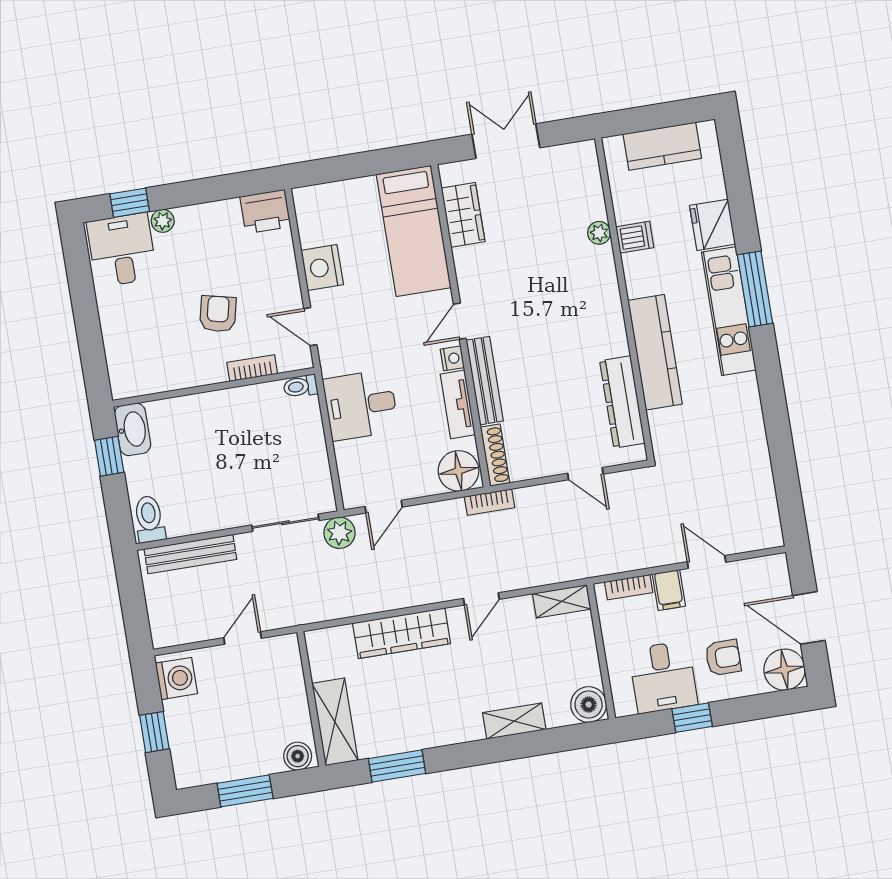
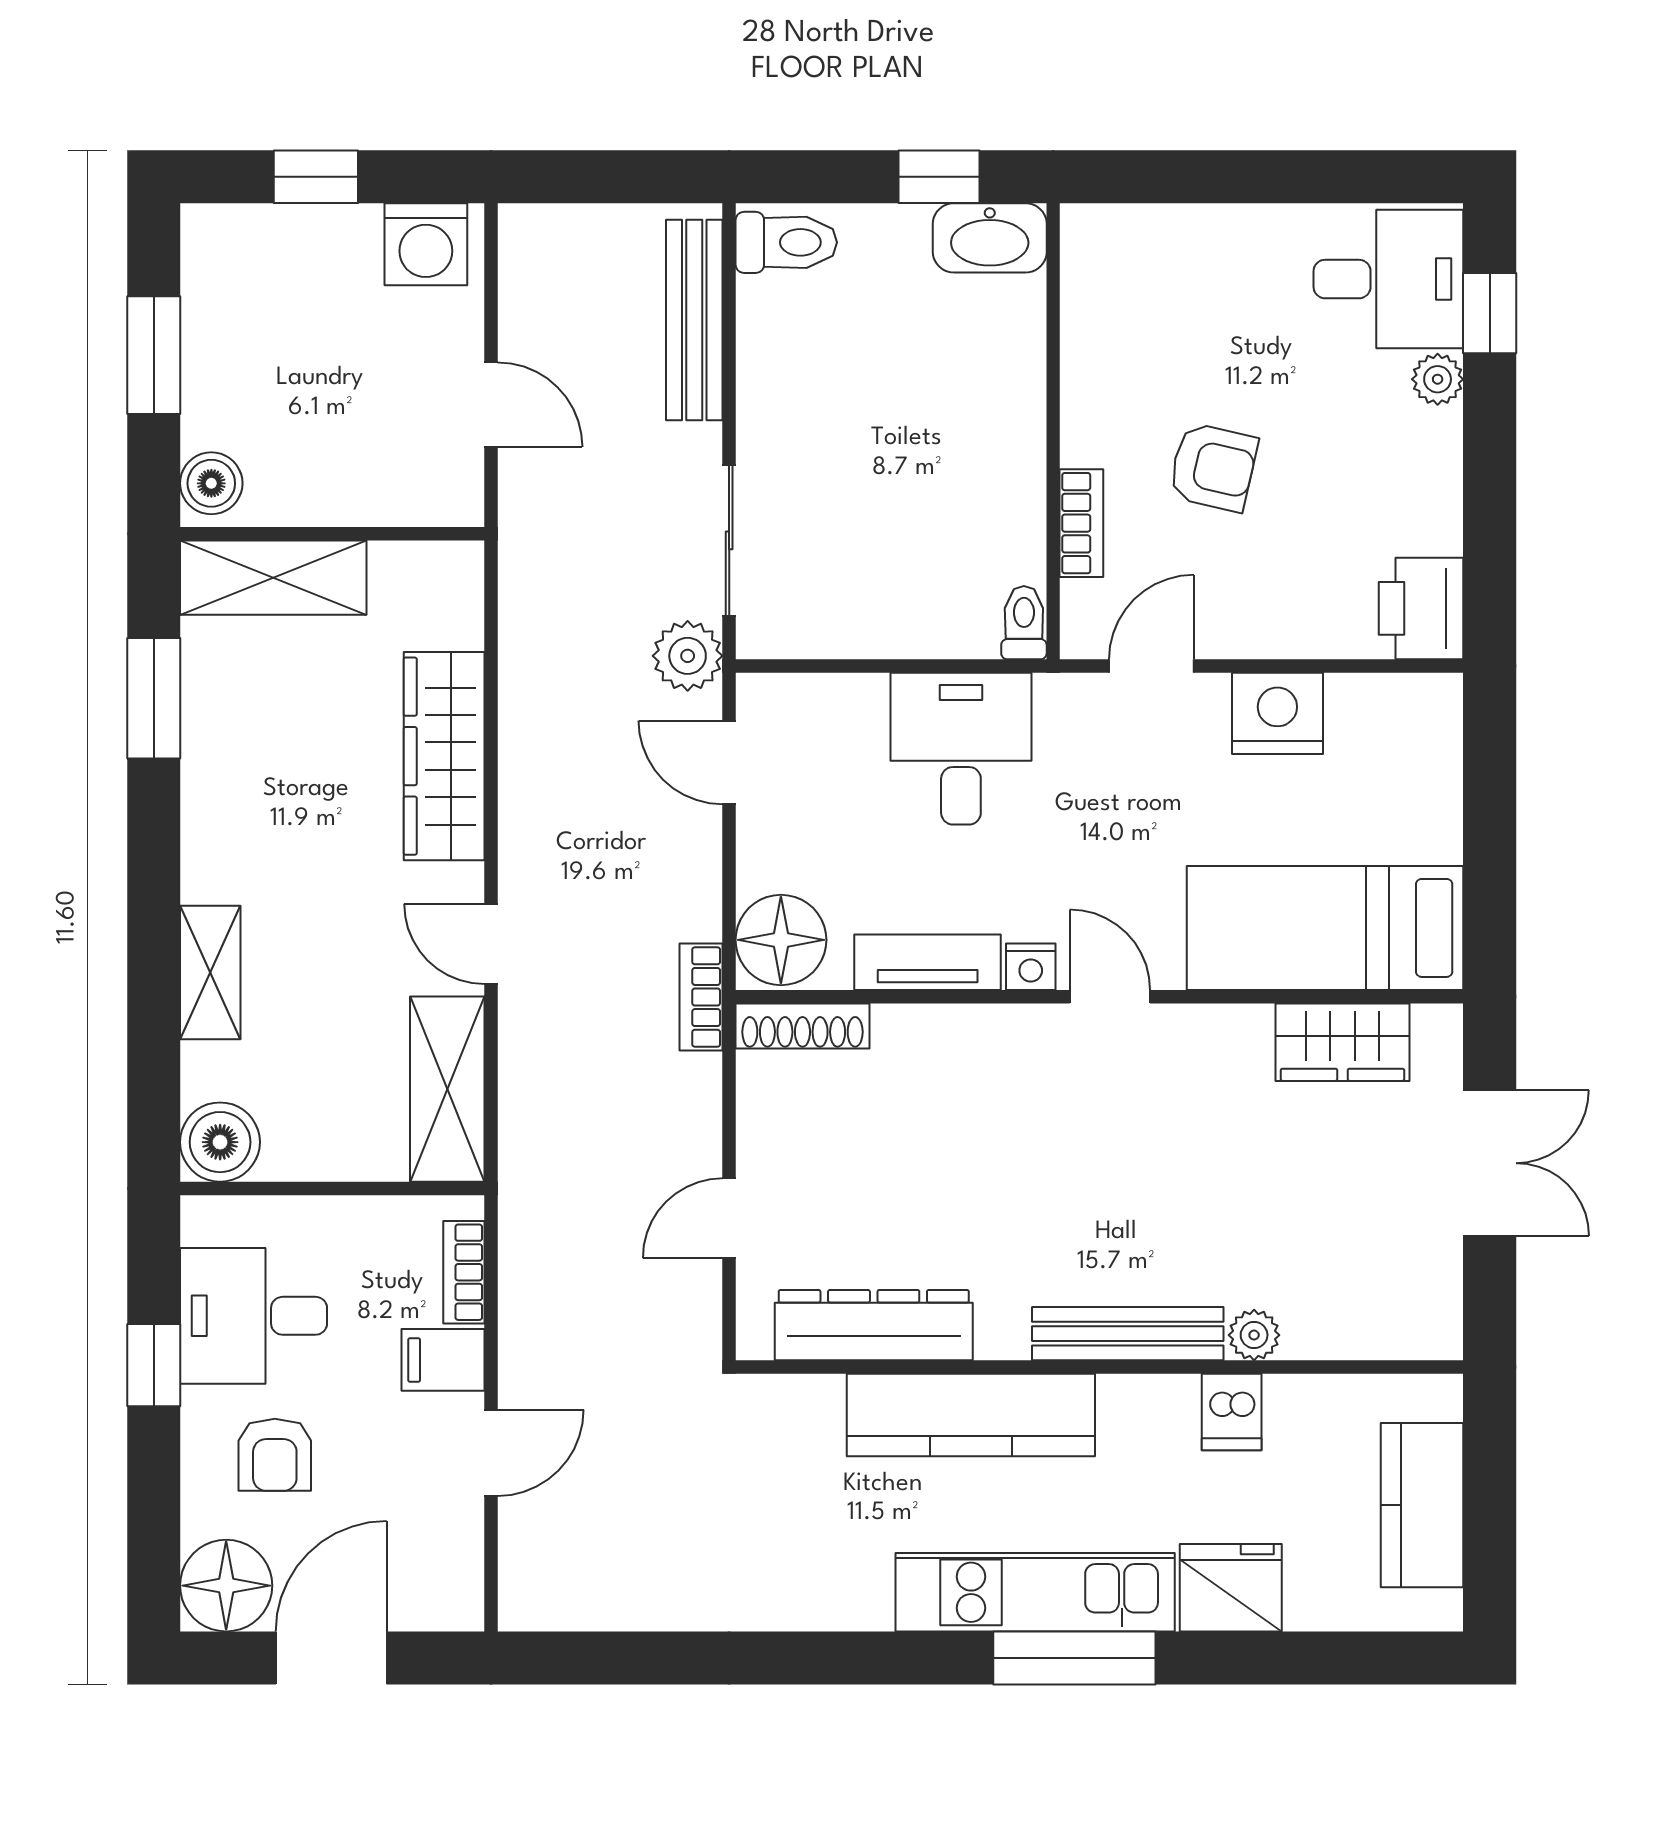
bench: (485, 381) -> (1128, 1334), moved
shelving: (562, 601) -> (447, 1089), width x1.50, depth x1.33

